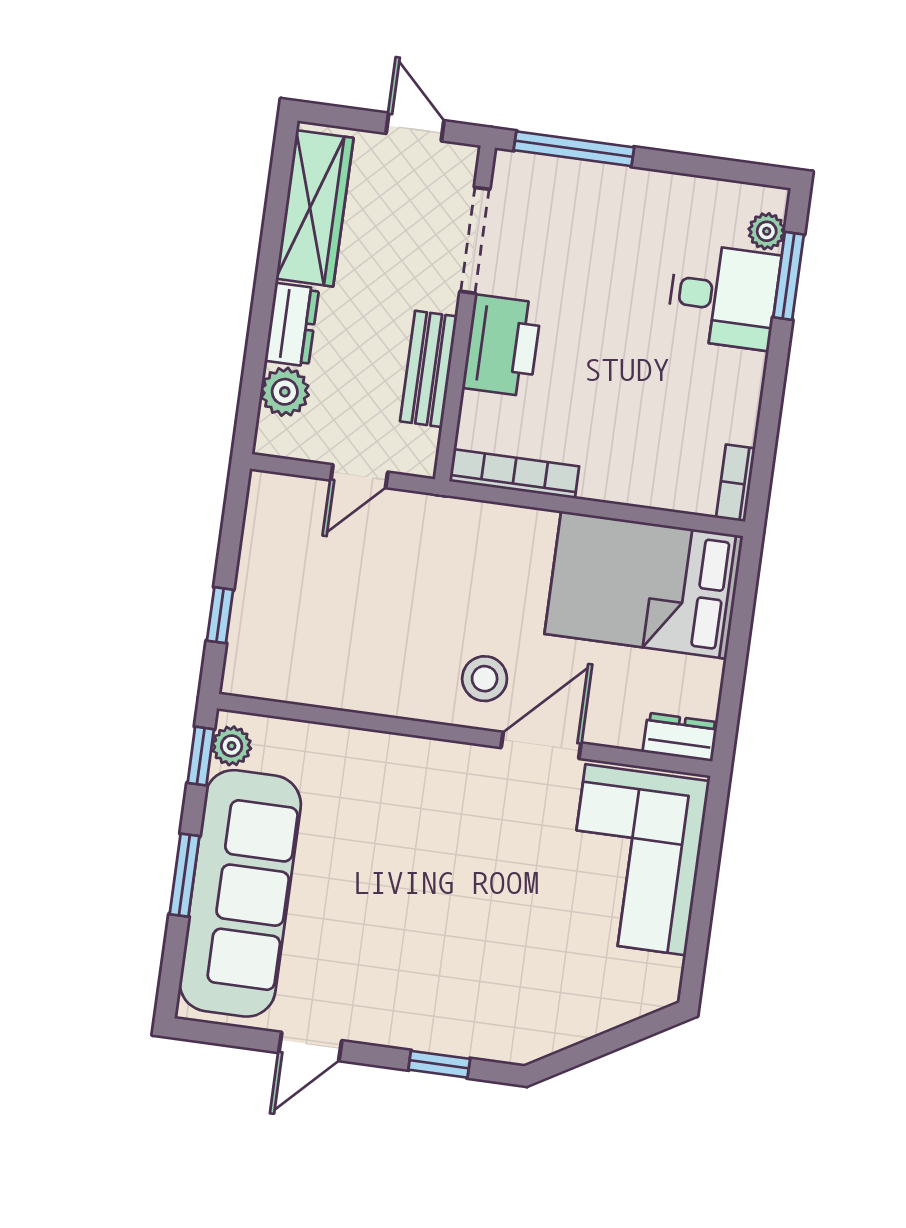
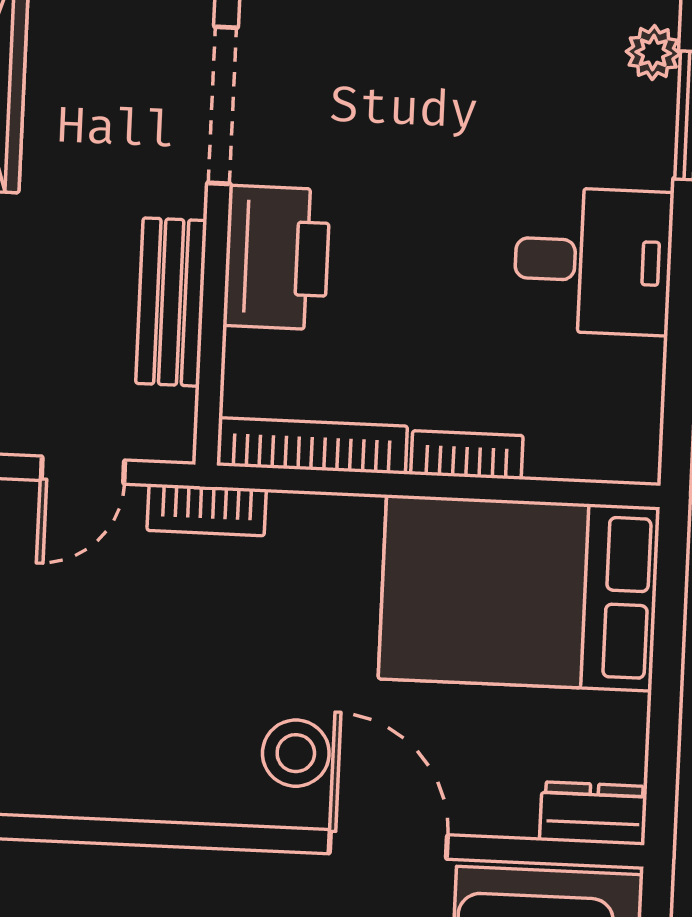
desk: (723, 296) -> (593, 261), moved
bookcase: (736, 483) -> (467, 455), moved, turned 90
bookcase: (440, 510) -> (207, 510), added
door: (541, 745) -> (388, 844), hinge flipped

